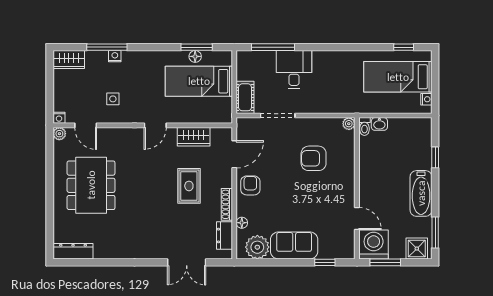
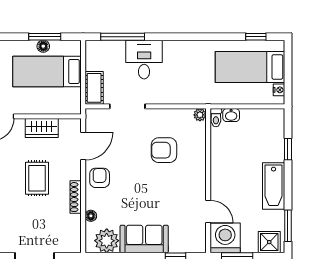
dresser: (225, 236) -> (73, 229), removed

